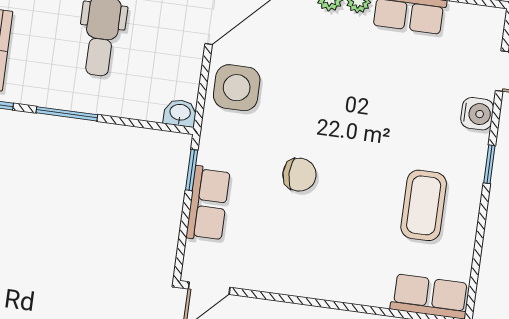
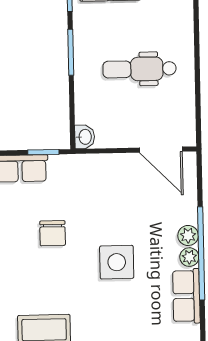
side table: (237, 88) -> (117, 262), moved

